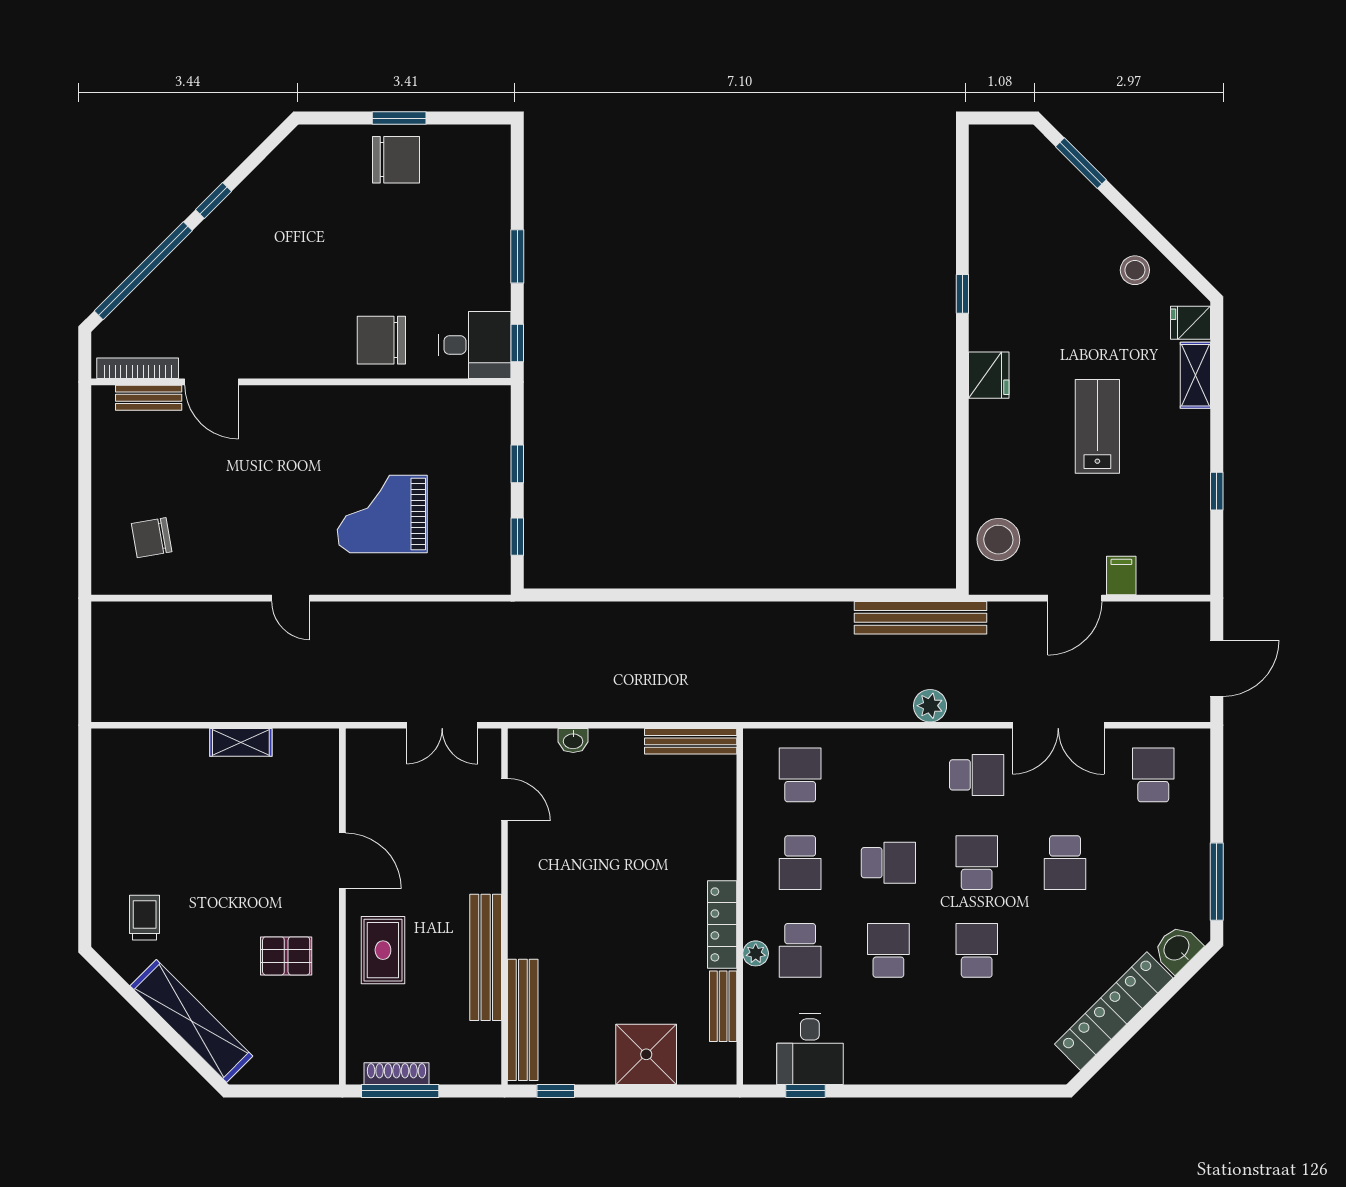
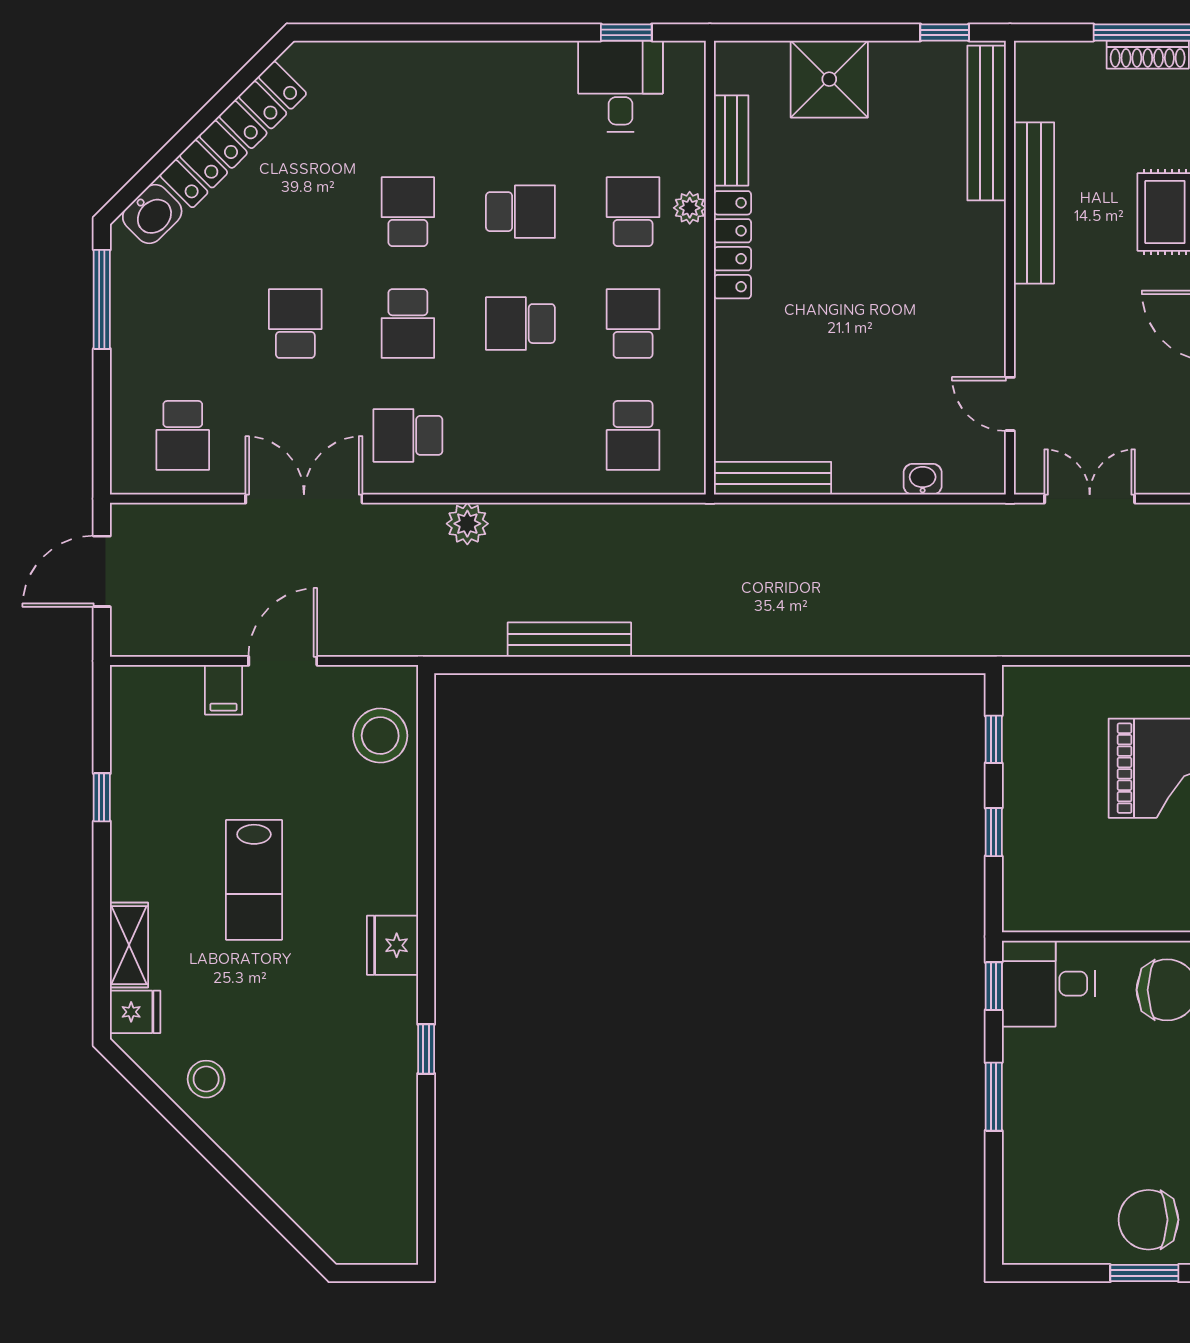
window: (1081, 163) -> (275, 1215), removed
bench: (921, 618) -> (569, 640), moved, width x0.73, depth x0.82
school desk: (888, 950) -> (520, 212), turned -90
school desk: (977, 950) -> (408, 212), turned 180

